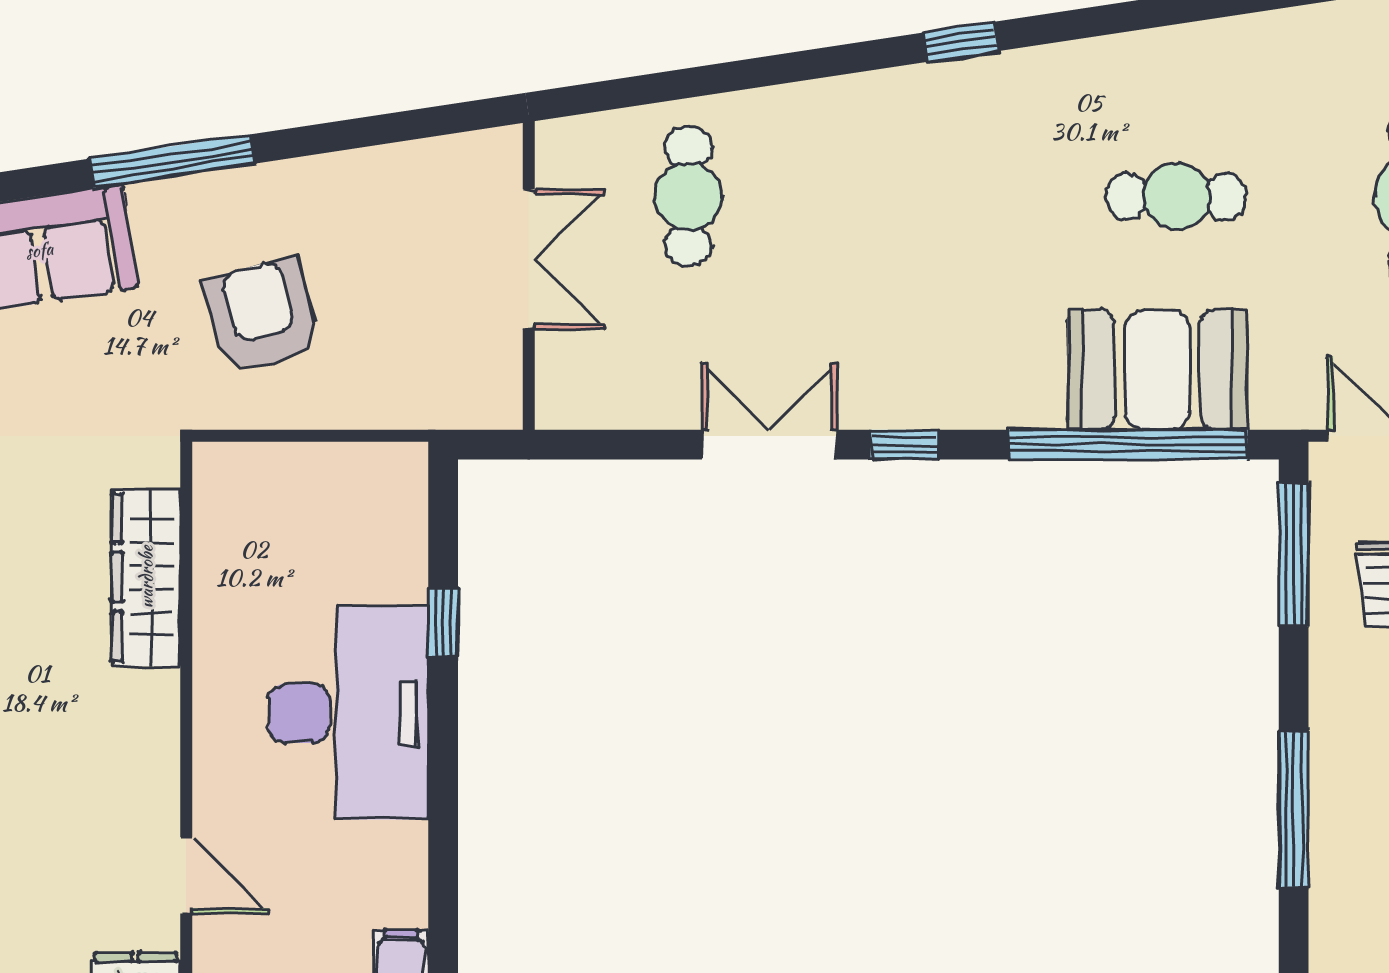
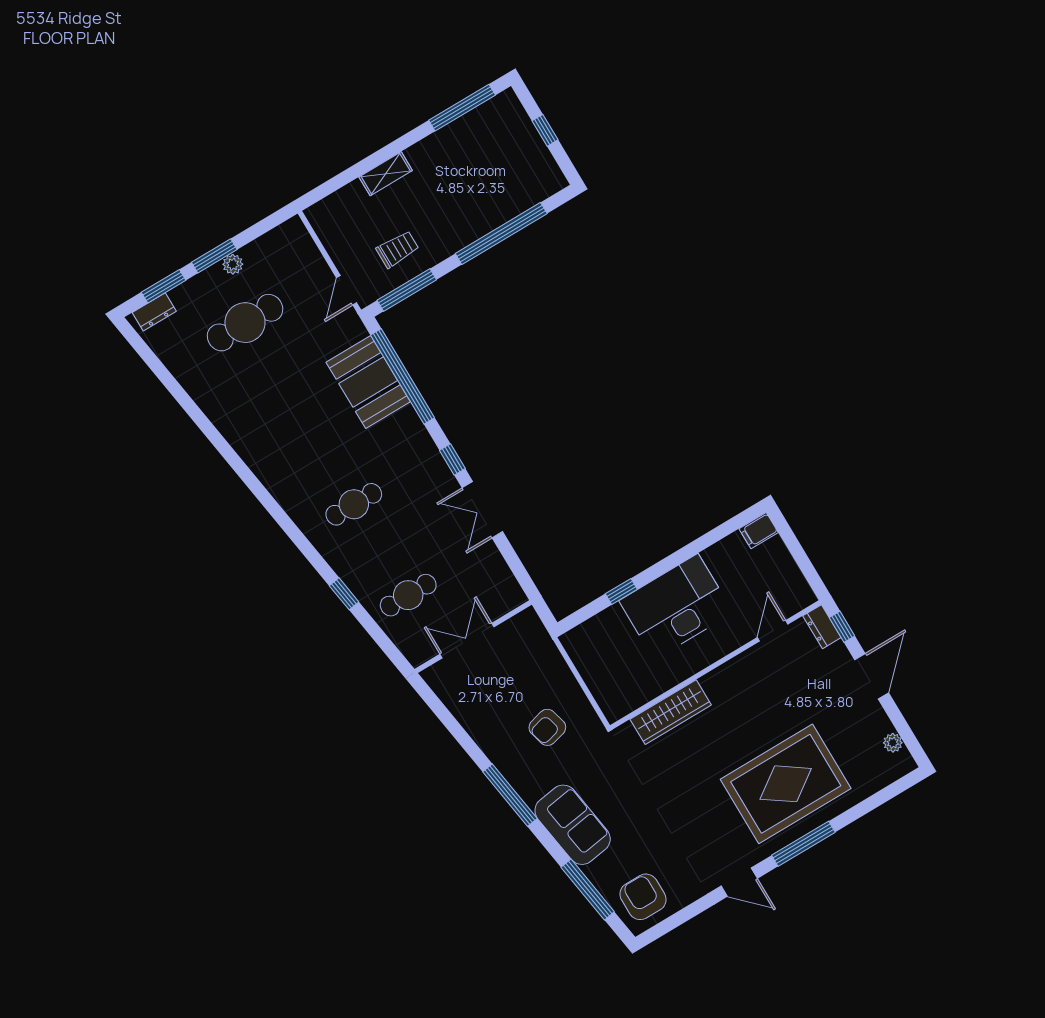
window: (960, 42) -> (344, 594), moved
cafe table: (1176, 196) -> (354, 504), moved, turned 90
armchair: (262, 315) -> (547, 727), width x0.72, depth x0.72
window: (1294, 809) -> (501, 233), width x1.46

